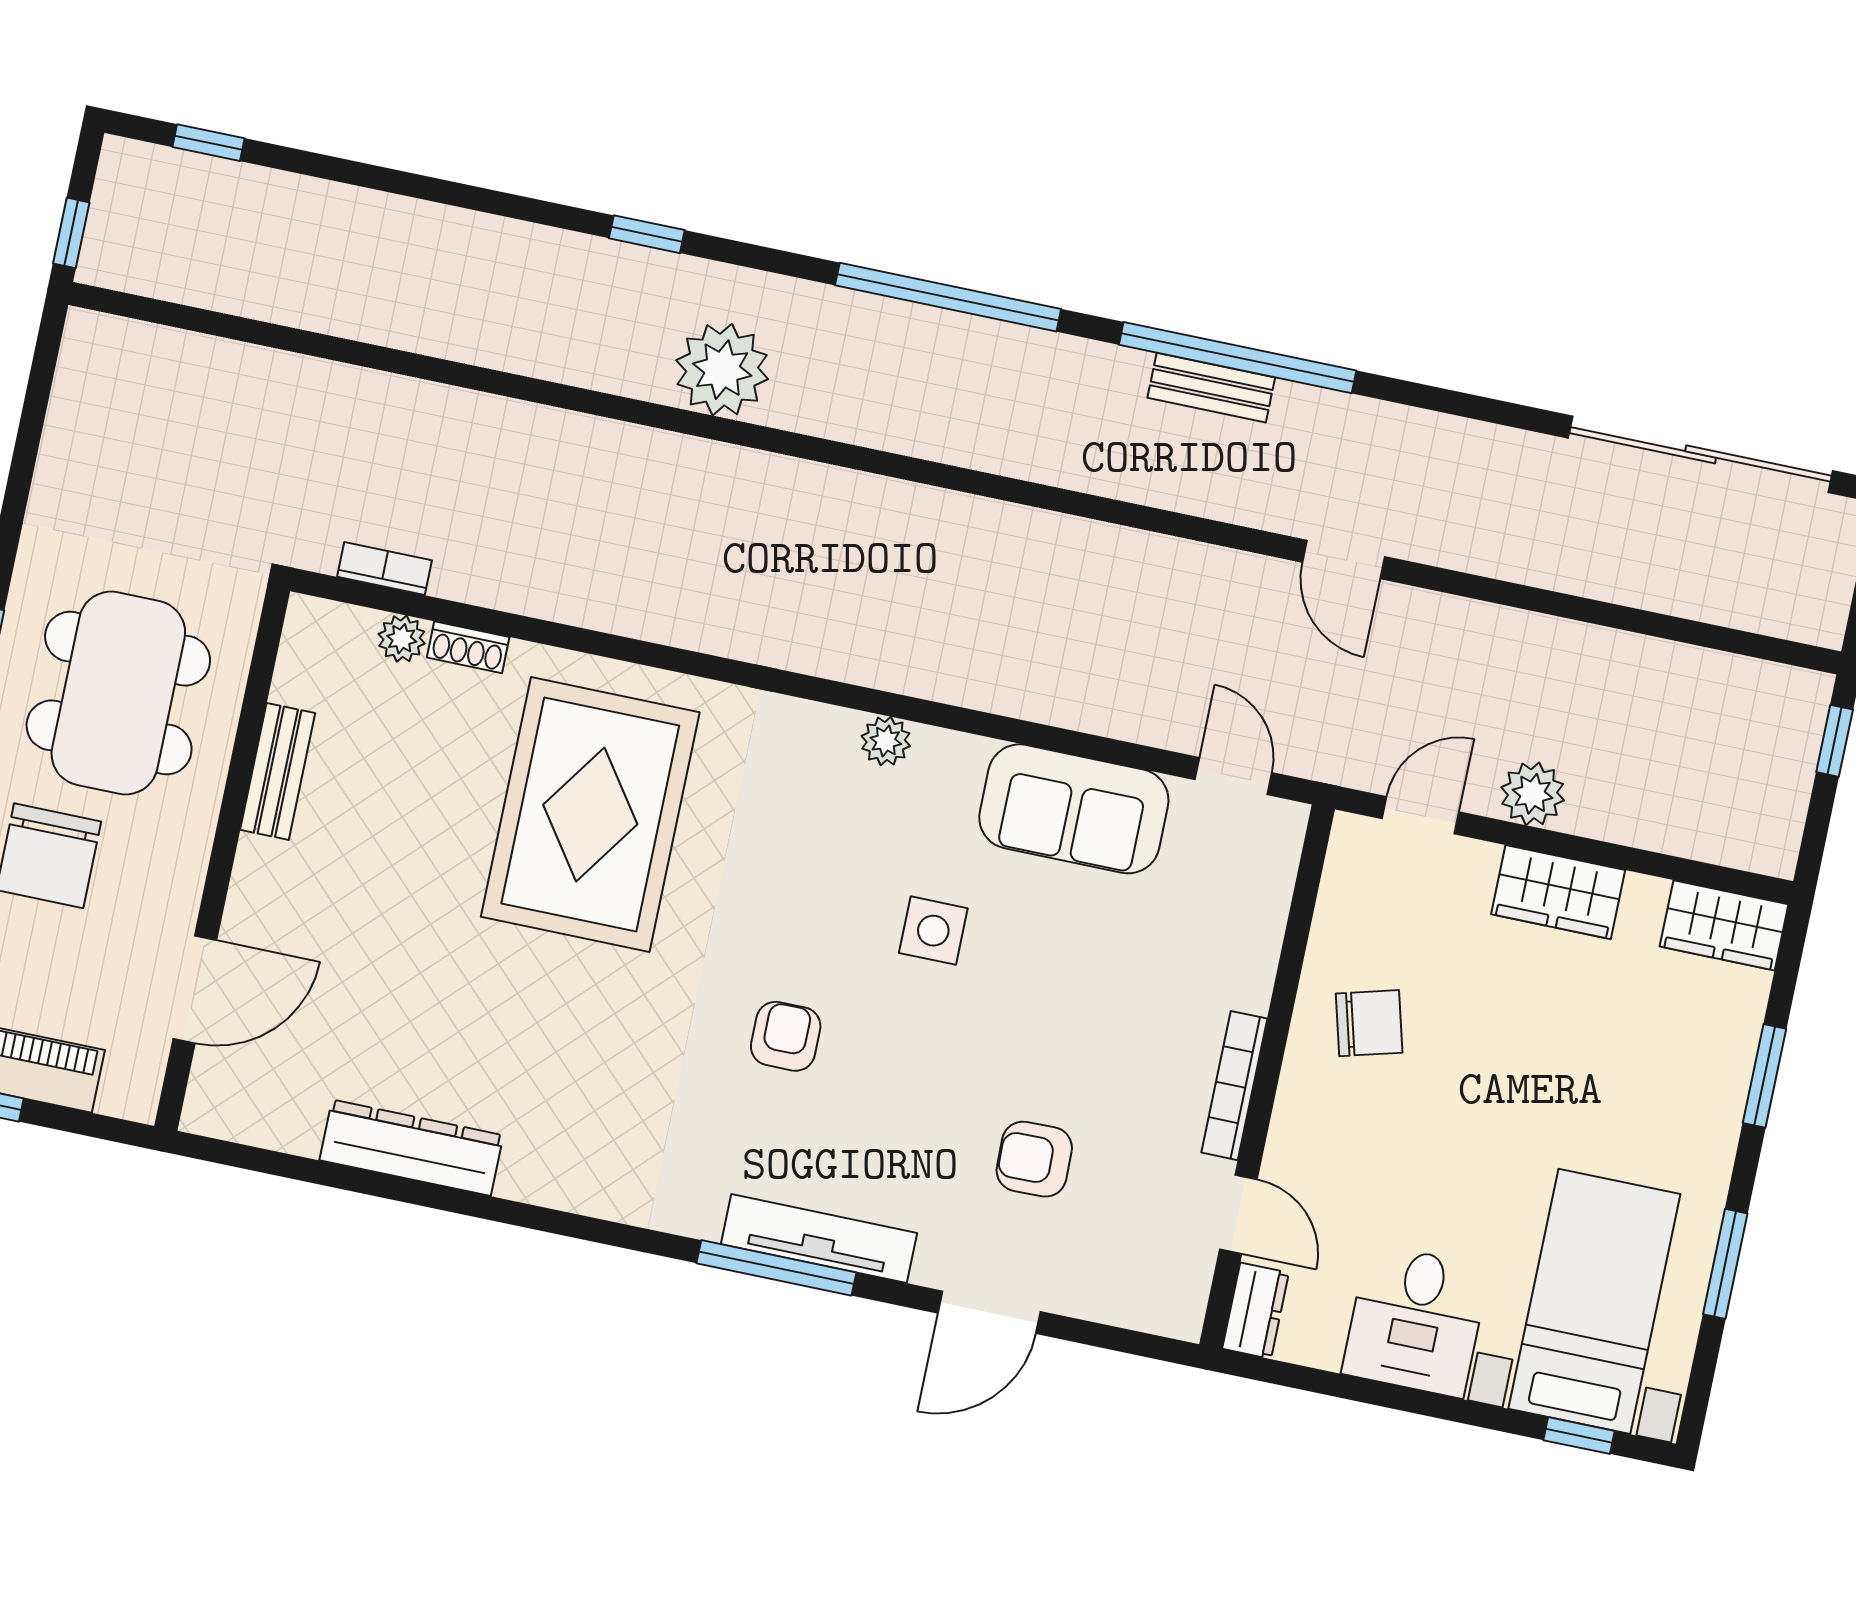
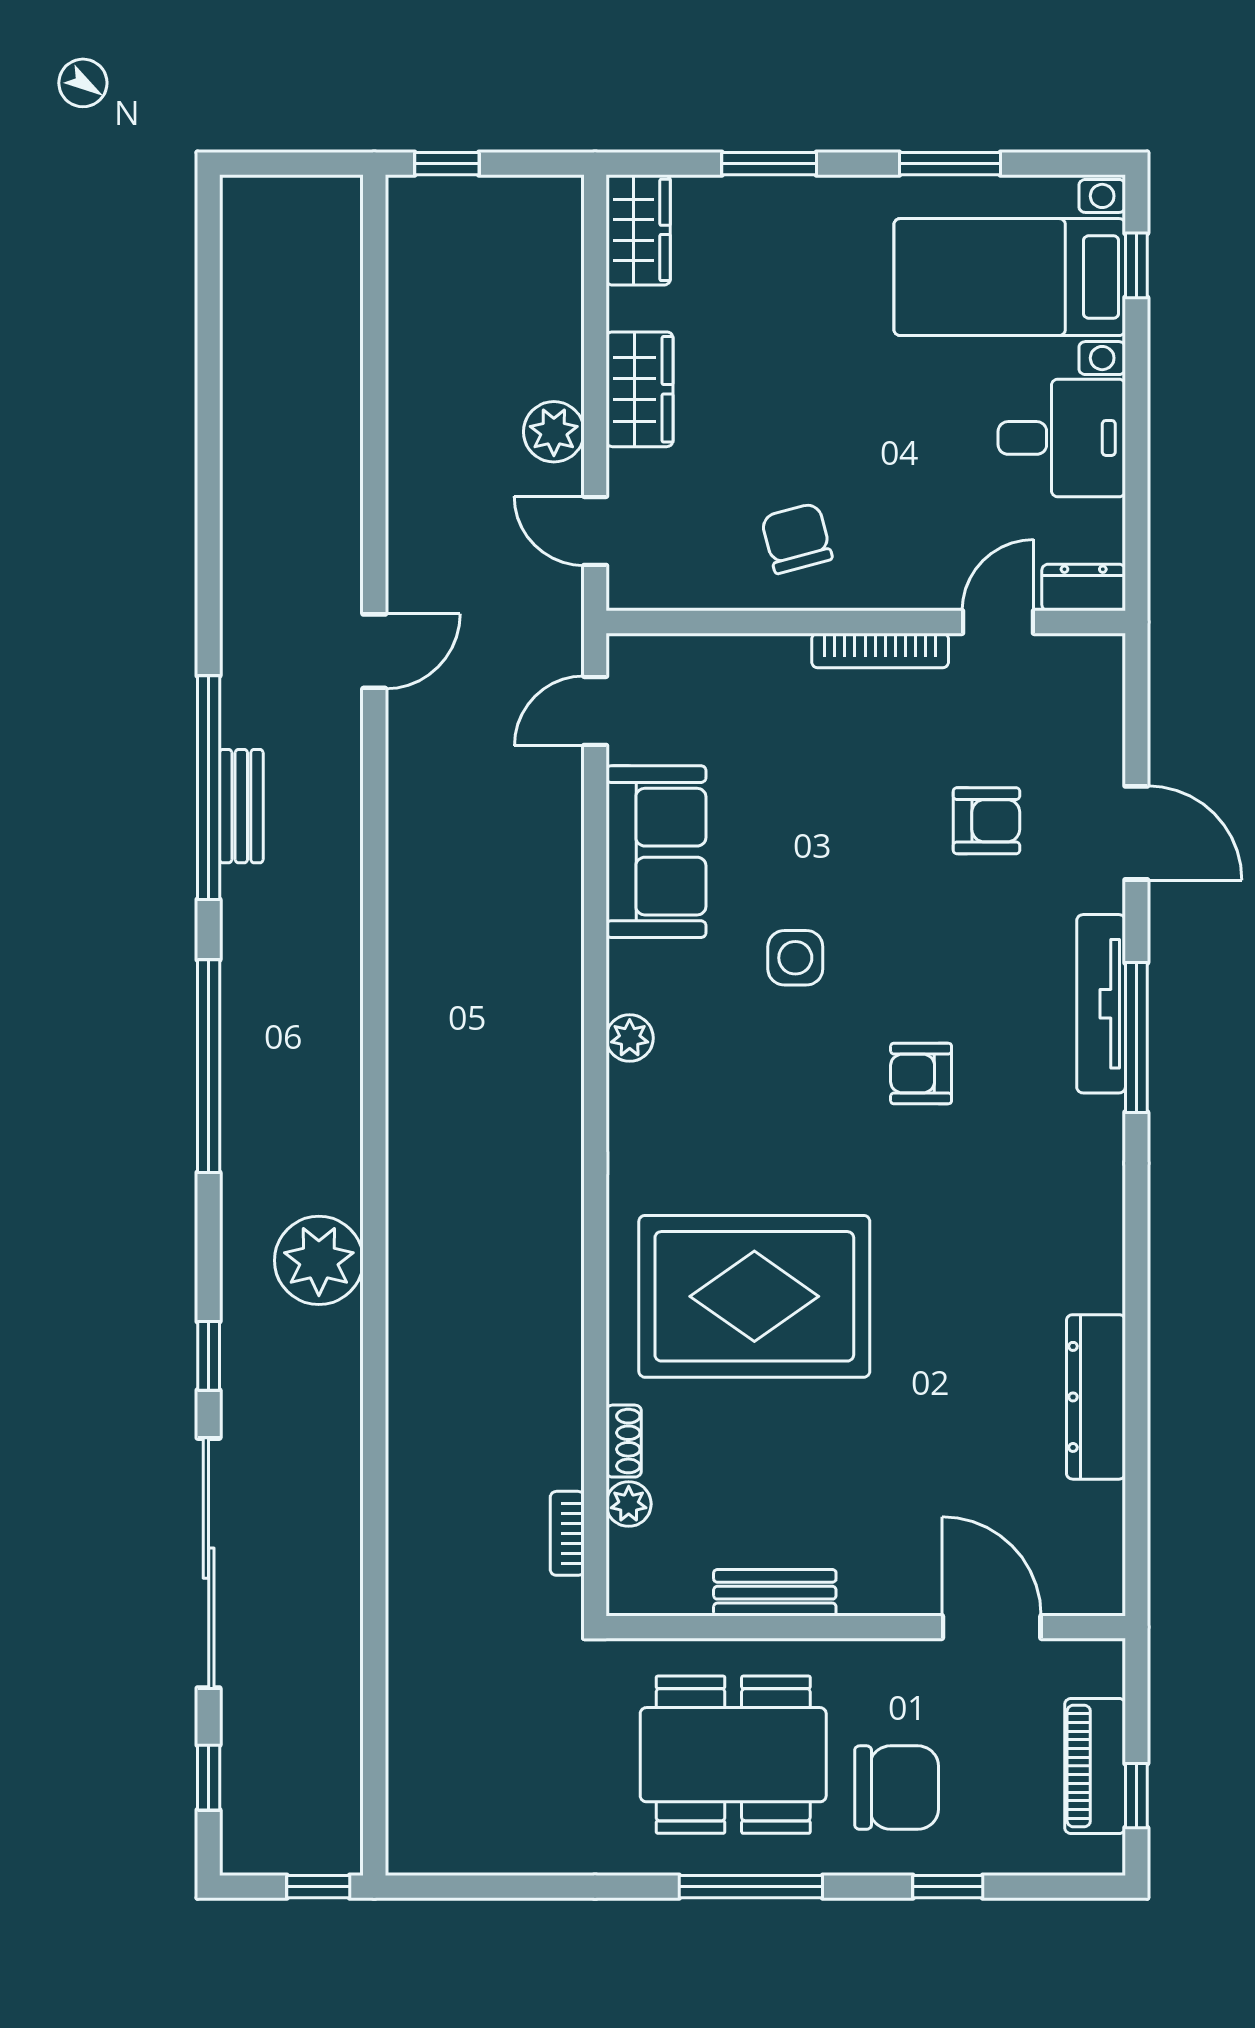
sliding door: (1701, 454) -> (209, 1563), moved
armchair: (1034, 1159) -> (986, 821), turned -89

